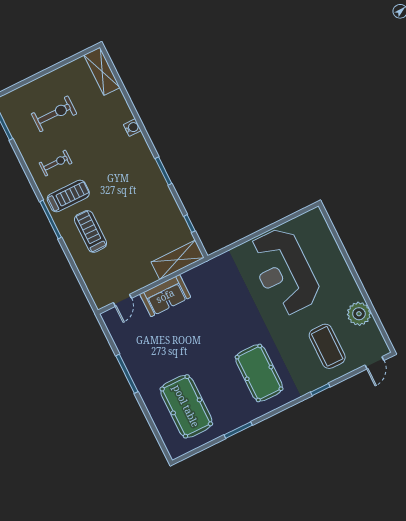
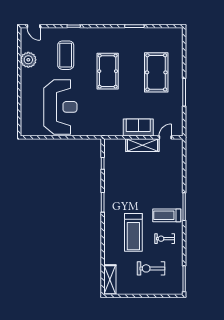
water cooler: (132, 128) -> (108, 237), removed
treadmill: (90, 231) -> (133, 232), moved, width x1.37, depth x1.38
shelving: (178, 260) -> (142, 145), moved
coffee table: (327, 346) -> (66, 55), moved
door: (374, 363) -> (34, 26), swing flipped
pool table: (259, 373) -> (108, 71), moved
pool table: (186, 406) -> (156, 72), moved

